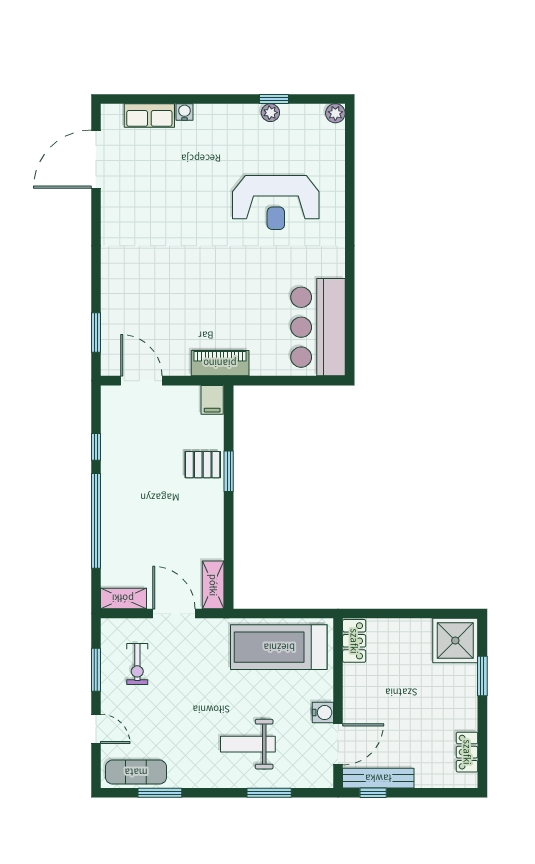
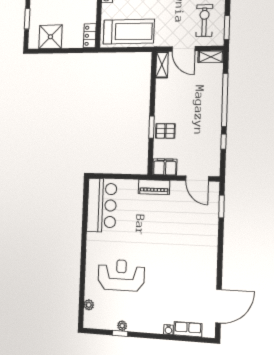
plant: (335, 113) -> (89, 305), moved
filing cabinet: (212, 400) -> (165, 167), width x2.00
shower: (455, 640) -> (50, 37), moved
exercise bike: (137, 664) -> (204, 21), width x1.38, depth x1.39
window: (96, 670) -> (227, 28), moved

